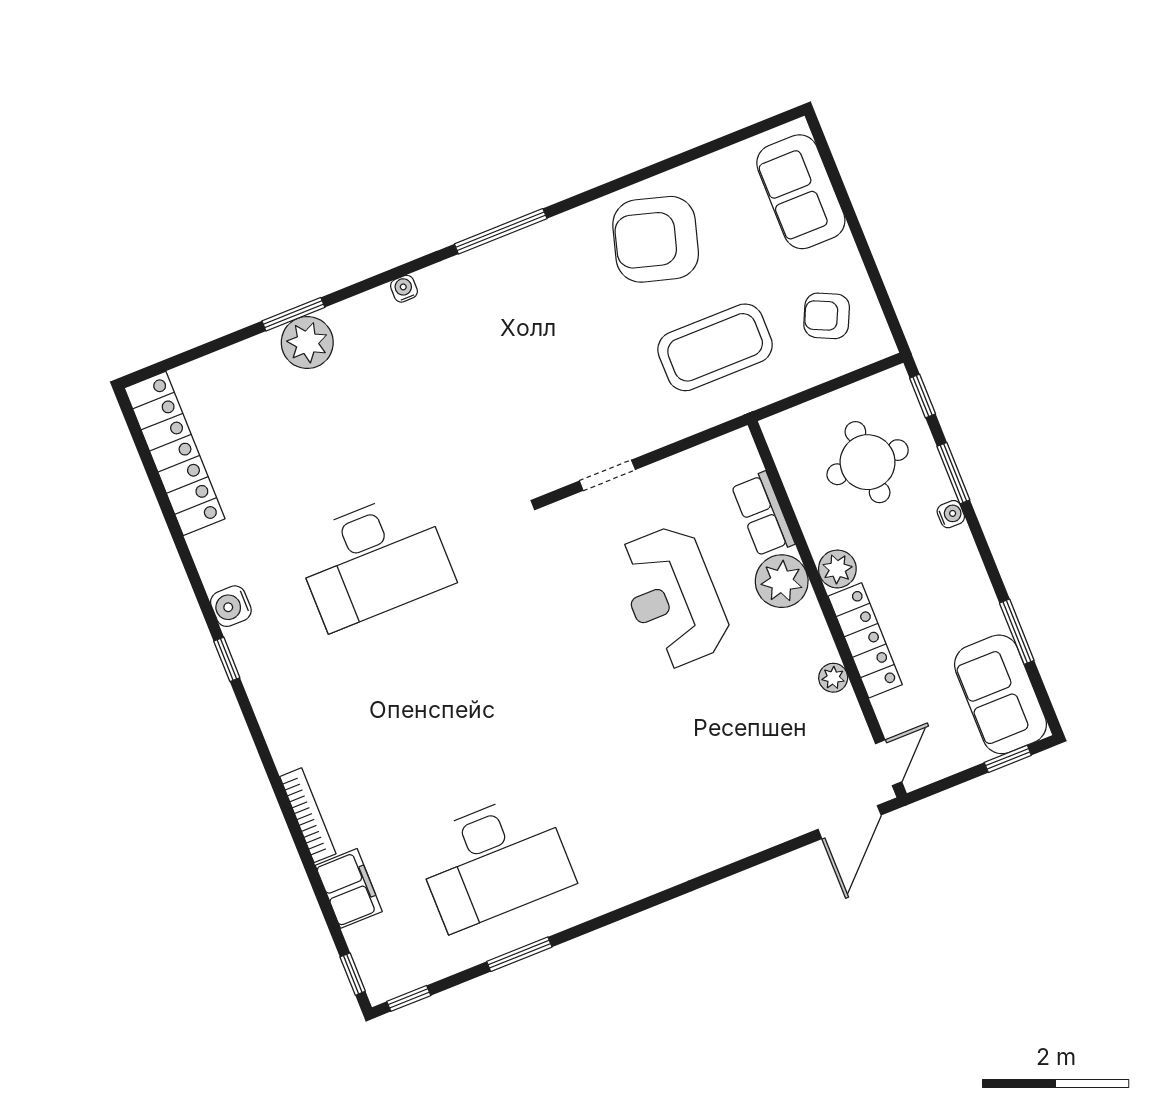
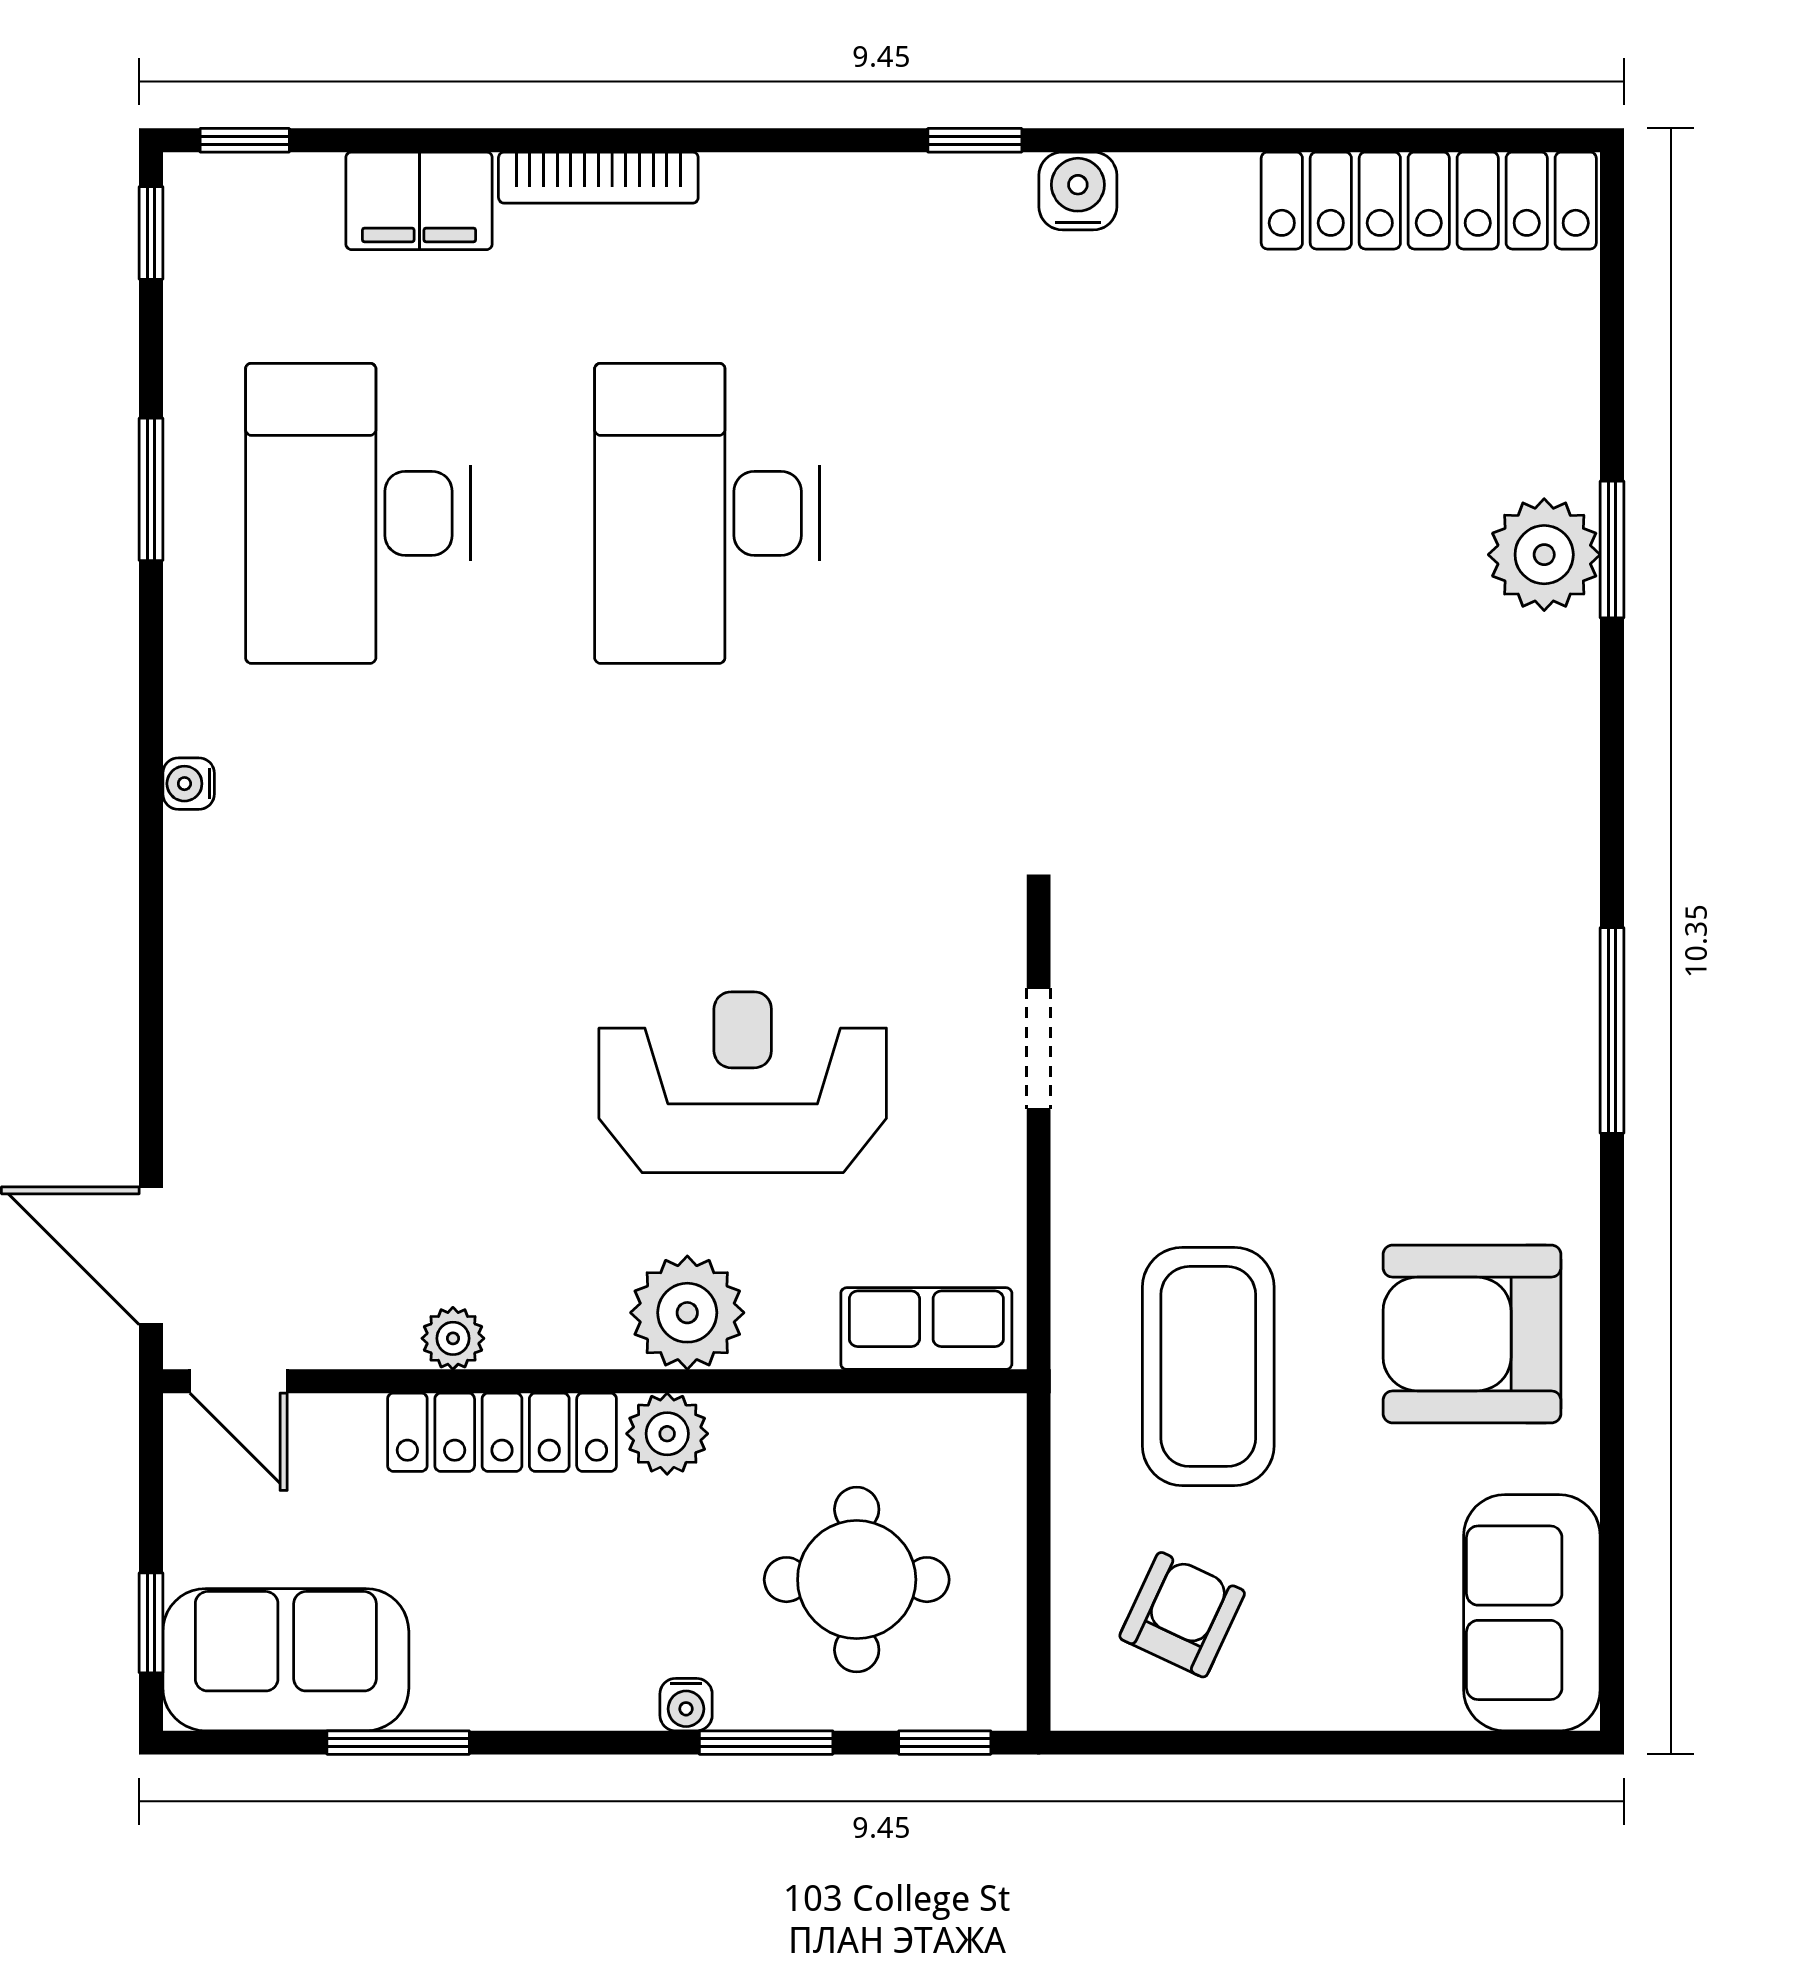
sofa: (801, 192) -> (1532, 1613), moved, turned -90
armchair: (656, 239) -> (1472, 1334), turned -106
water cooler: (404, 289) -> (189, 784), moved, turned 180
row of seats: (763, 514) -> (926, 1329), moved
desk: (374, 560) -> (707, 513), moved

